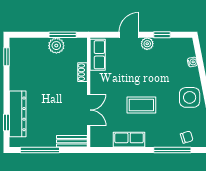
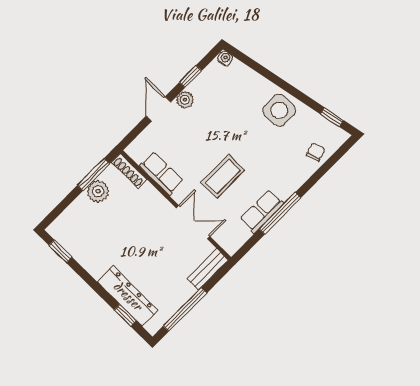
row of seats: (98, 55) -> (161, 173), moved
water cooler: (192, 62) -> (225, 58), moved
shoe rack: (83, 72) -> (129, 171), moved, width x1.43
coffee table: (141, 105) -> (223, 176), moved
window: (172, 150) -> (280, 213), moved

